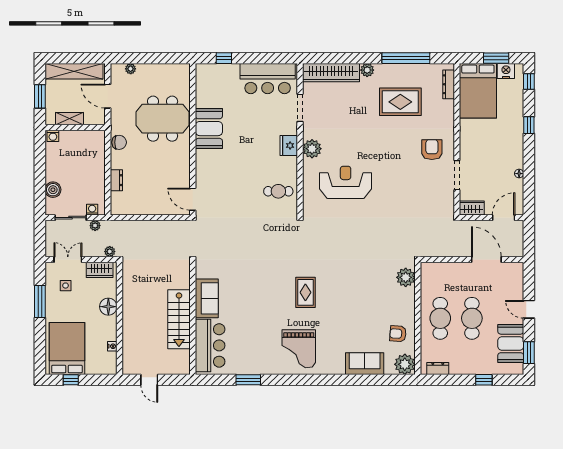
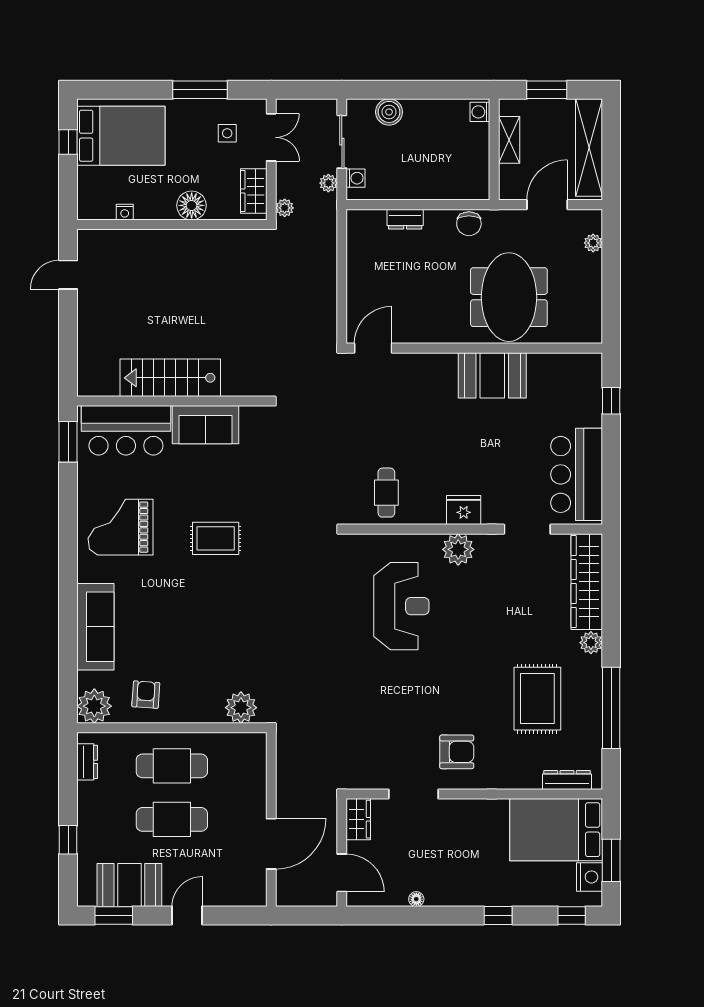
sofa: (207, 298) -> (205, 425), moved
wall: (193, 318) -> (172, 401), moved
stairs: (179, 319) -> (170, 378), moved
bar counter: (210, 345) -> (126, 430), moved
sofa: (365, 364) -> (95, 627), width x1.36

